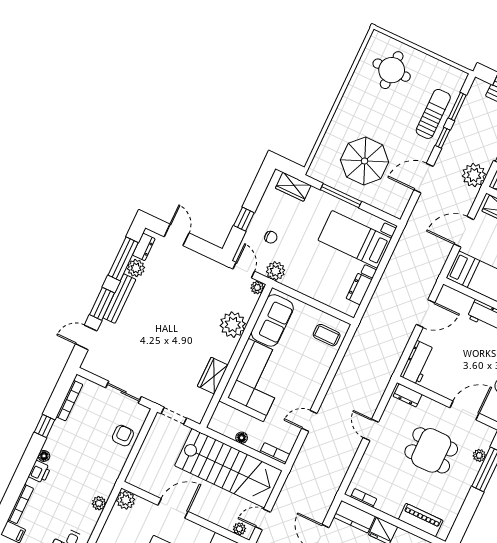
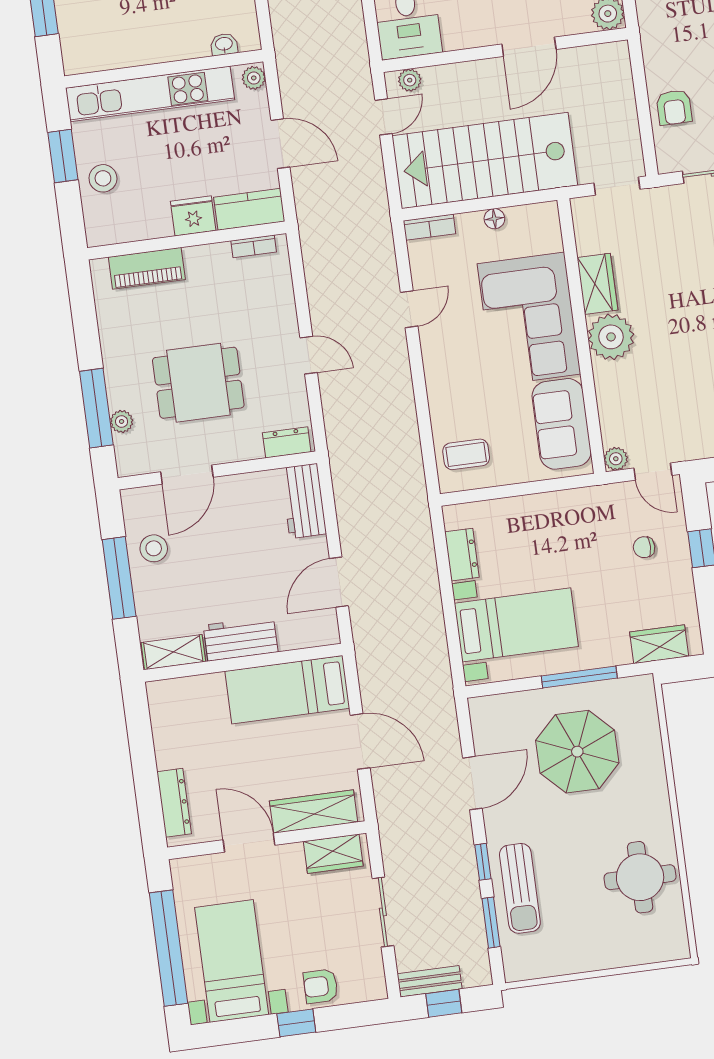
round table: (392, 70) -> (640, 877), moved
plant: (474, 175) -> (400, 836), removed
door: (464, 232) -> (360, 741), hinge flipped
plant: (276, 271) -> (604, 501), removed
plant: (233, 325) -> (611, 337), moved

